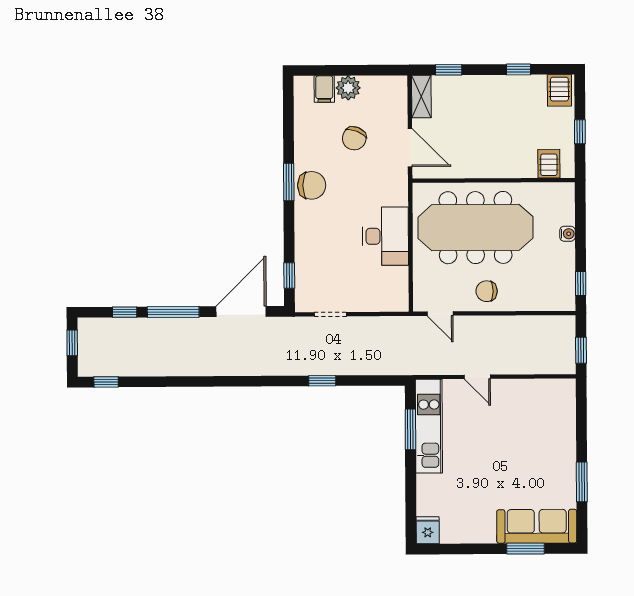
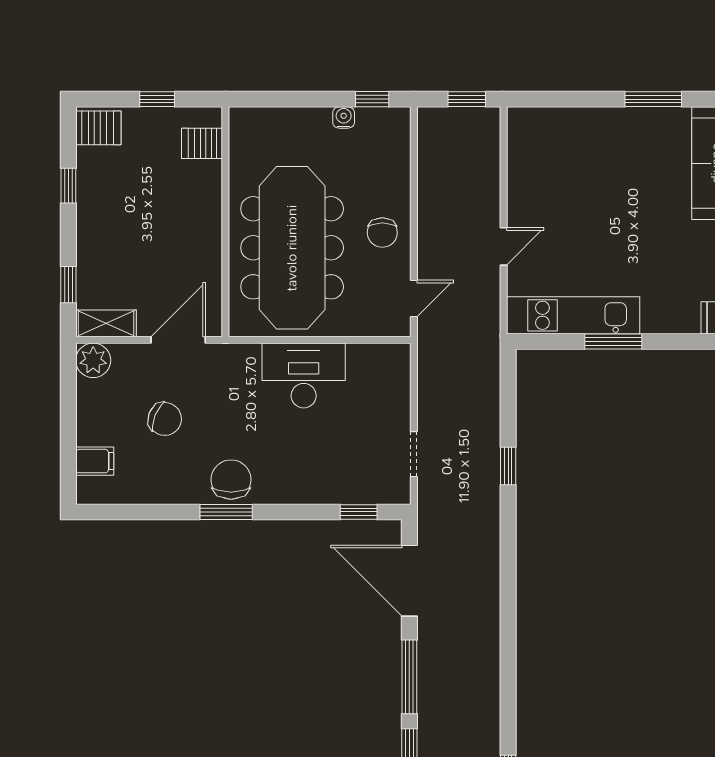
plant: (348, 88) -> (93, 360), moved
water cooler: (567, 234) -> (344, 117), moved
window: (410, 429) -> (613, 341), moved

